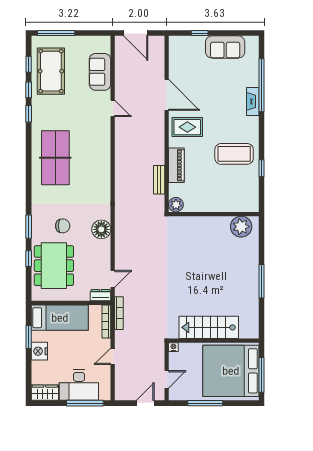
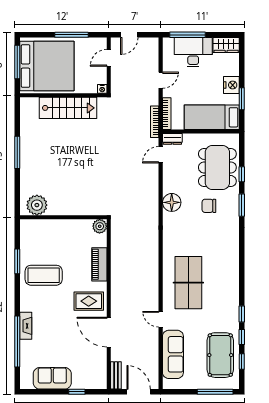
sofa: (100, 72) -> (173, 354), width x1.36
table tennis table: (55, 158) -> (188, 283), moved
window: (261, 168) -> (17, 261), width x1.50
bench: (159, 180) -> (116, 375), moved

